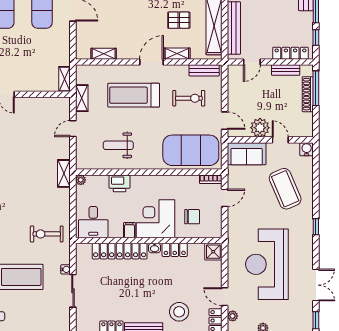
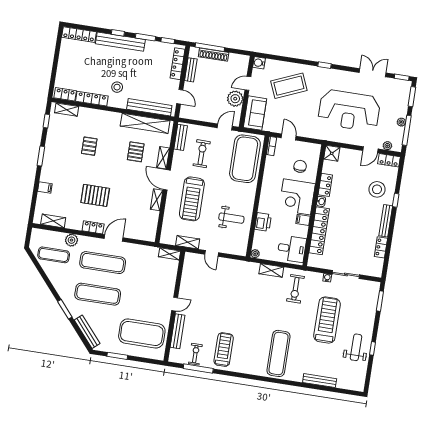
shelving: (104, 54) -> (157, 200), moved
weight bench: (118, 145) -> (231, 218), turned -90
shelving: (64, 173) -> (271, 270), moved

